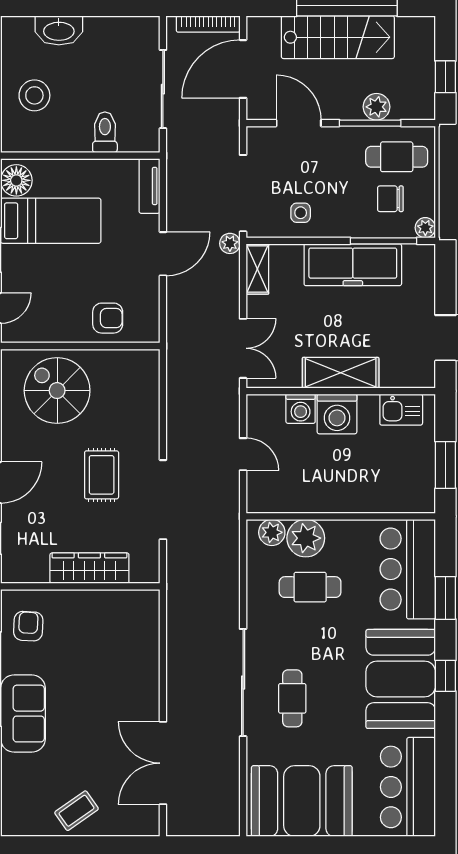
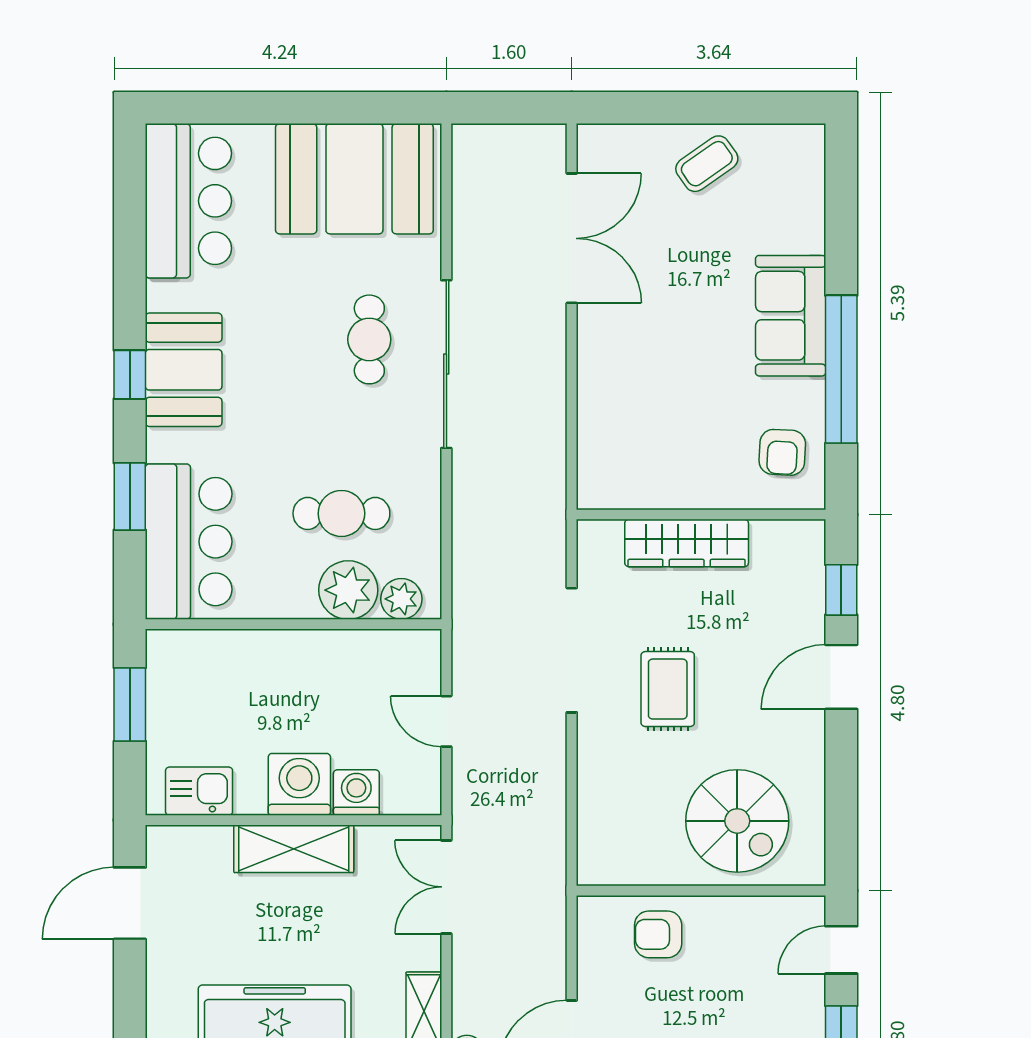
booth: (401, 679) -> (184, 370), width x0.73, depth x0.70

